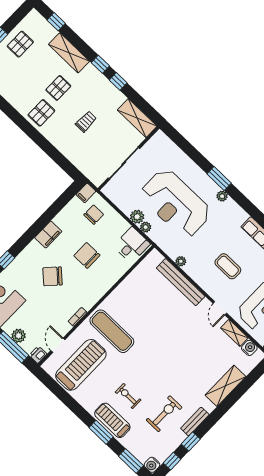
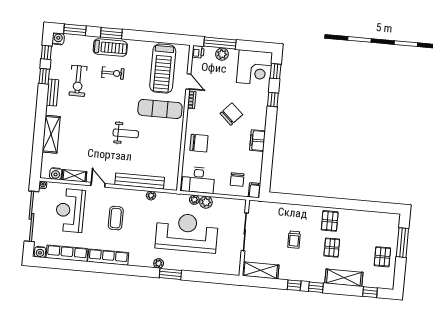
desk: (132, 245) -> (198, 180), width x1.37
chair: (87, 255) -> (199, 143), moved
coffee table: (228, 266) -> (116, 218), turned 90
weight bench: (159, 334) -> (126, 133), added
door: (58, 345) -> (188, 81), moved

